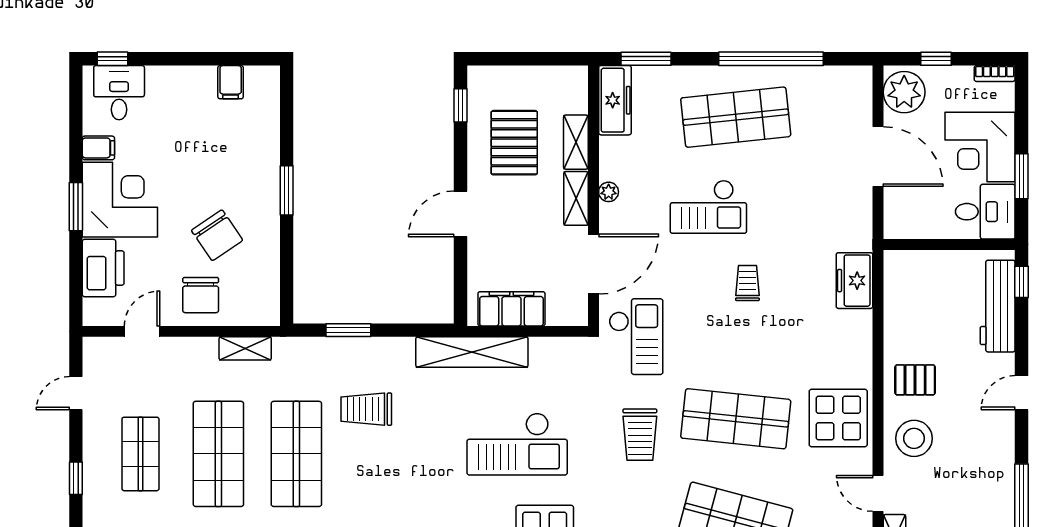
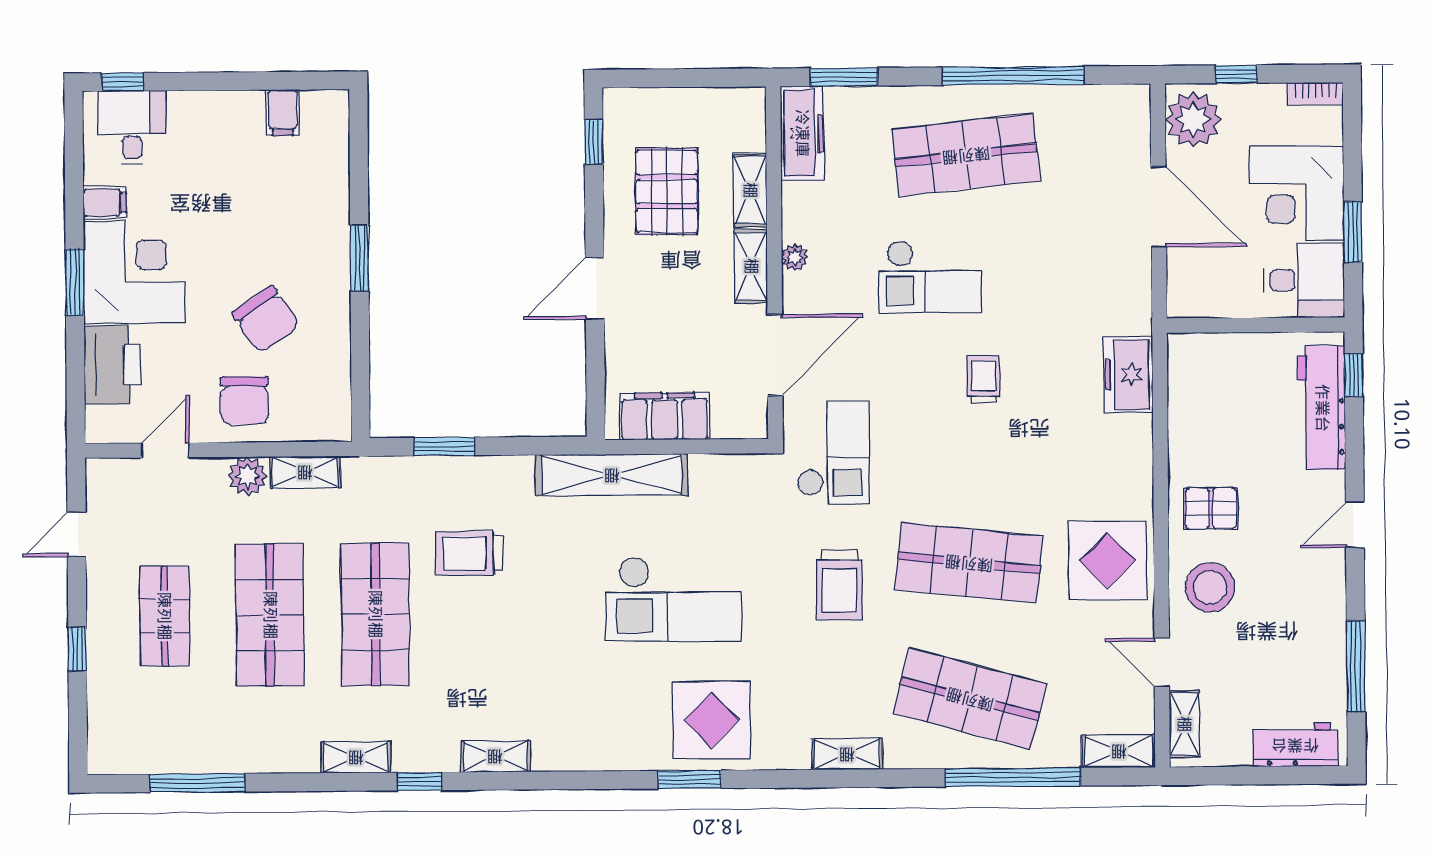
plant: (203, 351) -> (248, 476), added

